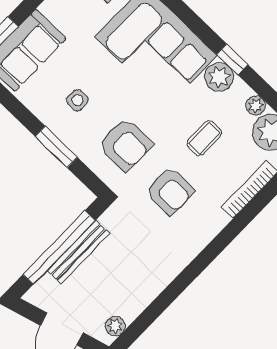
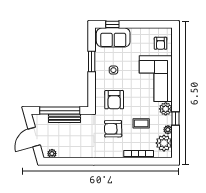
window: (232, 59) -> (175, 118), moved
window: (56, 147) -> (92, 62), moved
armchair: (170, 191) -> (113, 129), turned 89

